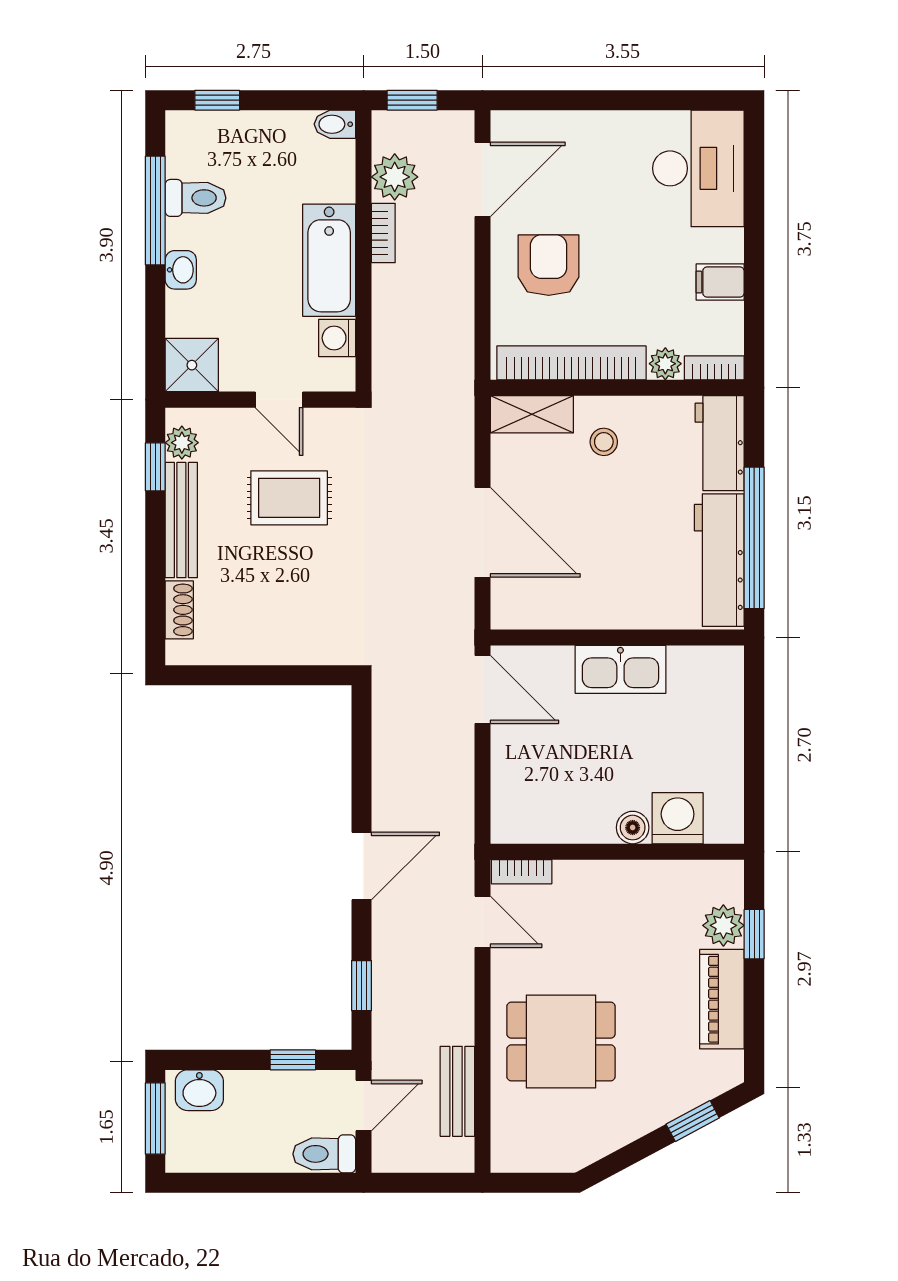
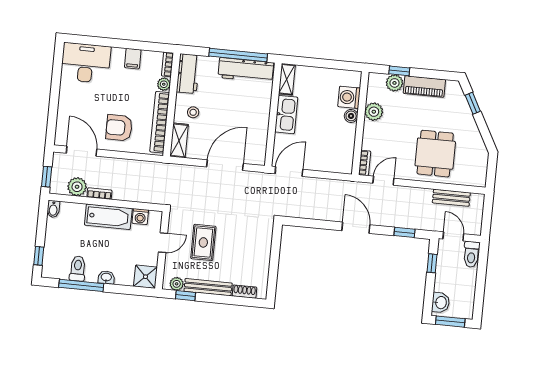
workbench: (720, 443) -> (188, 74), moved, turned -90
shelving: (707, 662) -> (287, 79), added
plant: (649, 882) -> (374, 112), added

